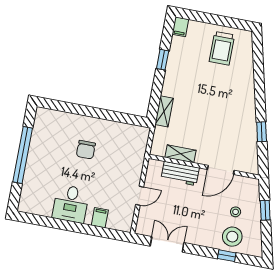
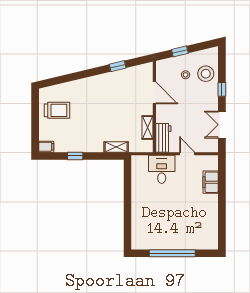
chair: (86, 150) -> (159, 204), removed
workbench: (180, 173) -> (163, 138), moved
desk: (71, 204) -> (162, 169), moved, turned -90
filing cabinet: (100, 218) -> (211, 182), width x2.00
window: (227, 256) -> (222, 89), moved

